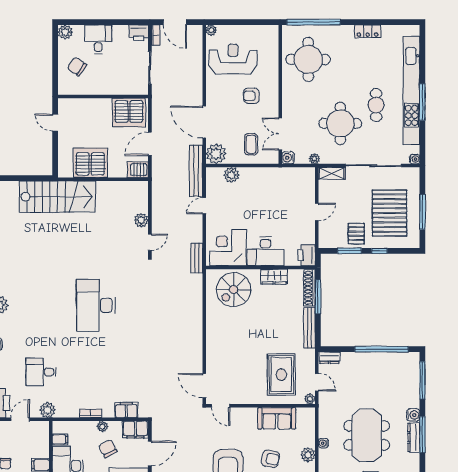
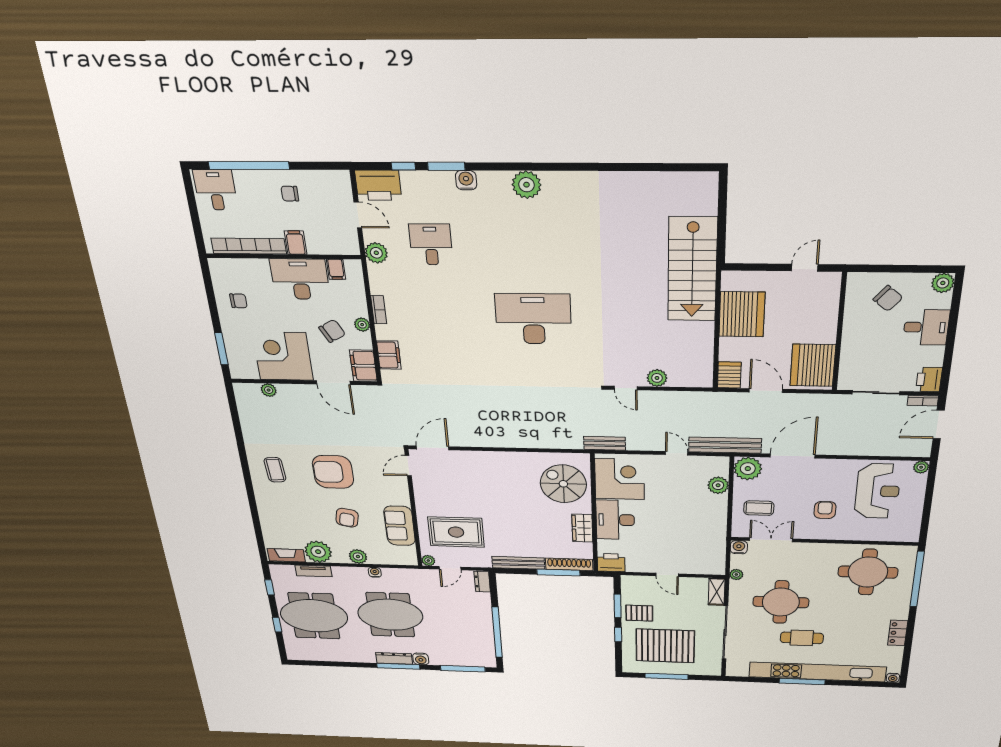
chair: (77, 67) -> (888, 298), turned 95
water cooler: (415, 159) -> (893, 678), moved

